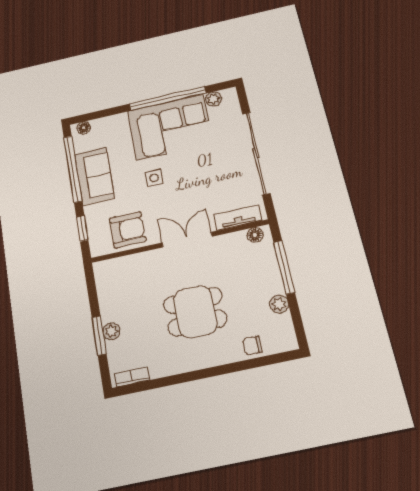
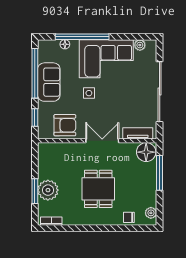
window: (168, 98) -> (82, 37), moved
floor lamp: (84, 128) -> (65, 44), moved
floor lamp: (255, 235) -> (146, 152), width x1.89, depth x1.89
plant: (279, 304) -> (151, 213), moved
dining table: (195, 312) -> (98, 189), turned 90
plant: (111, 331) -> (48, 190), width x1.88, depth x1.88

